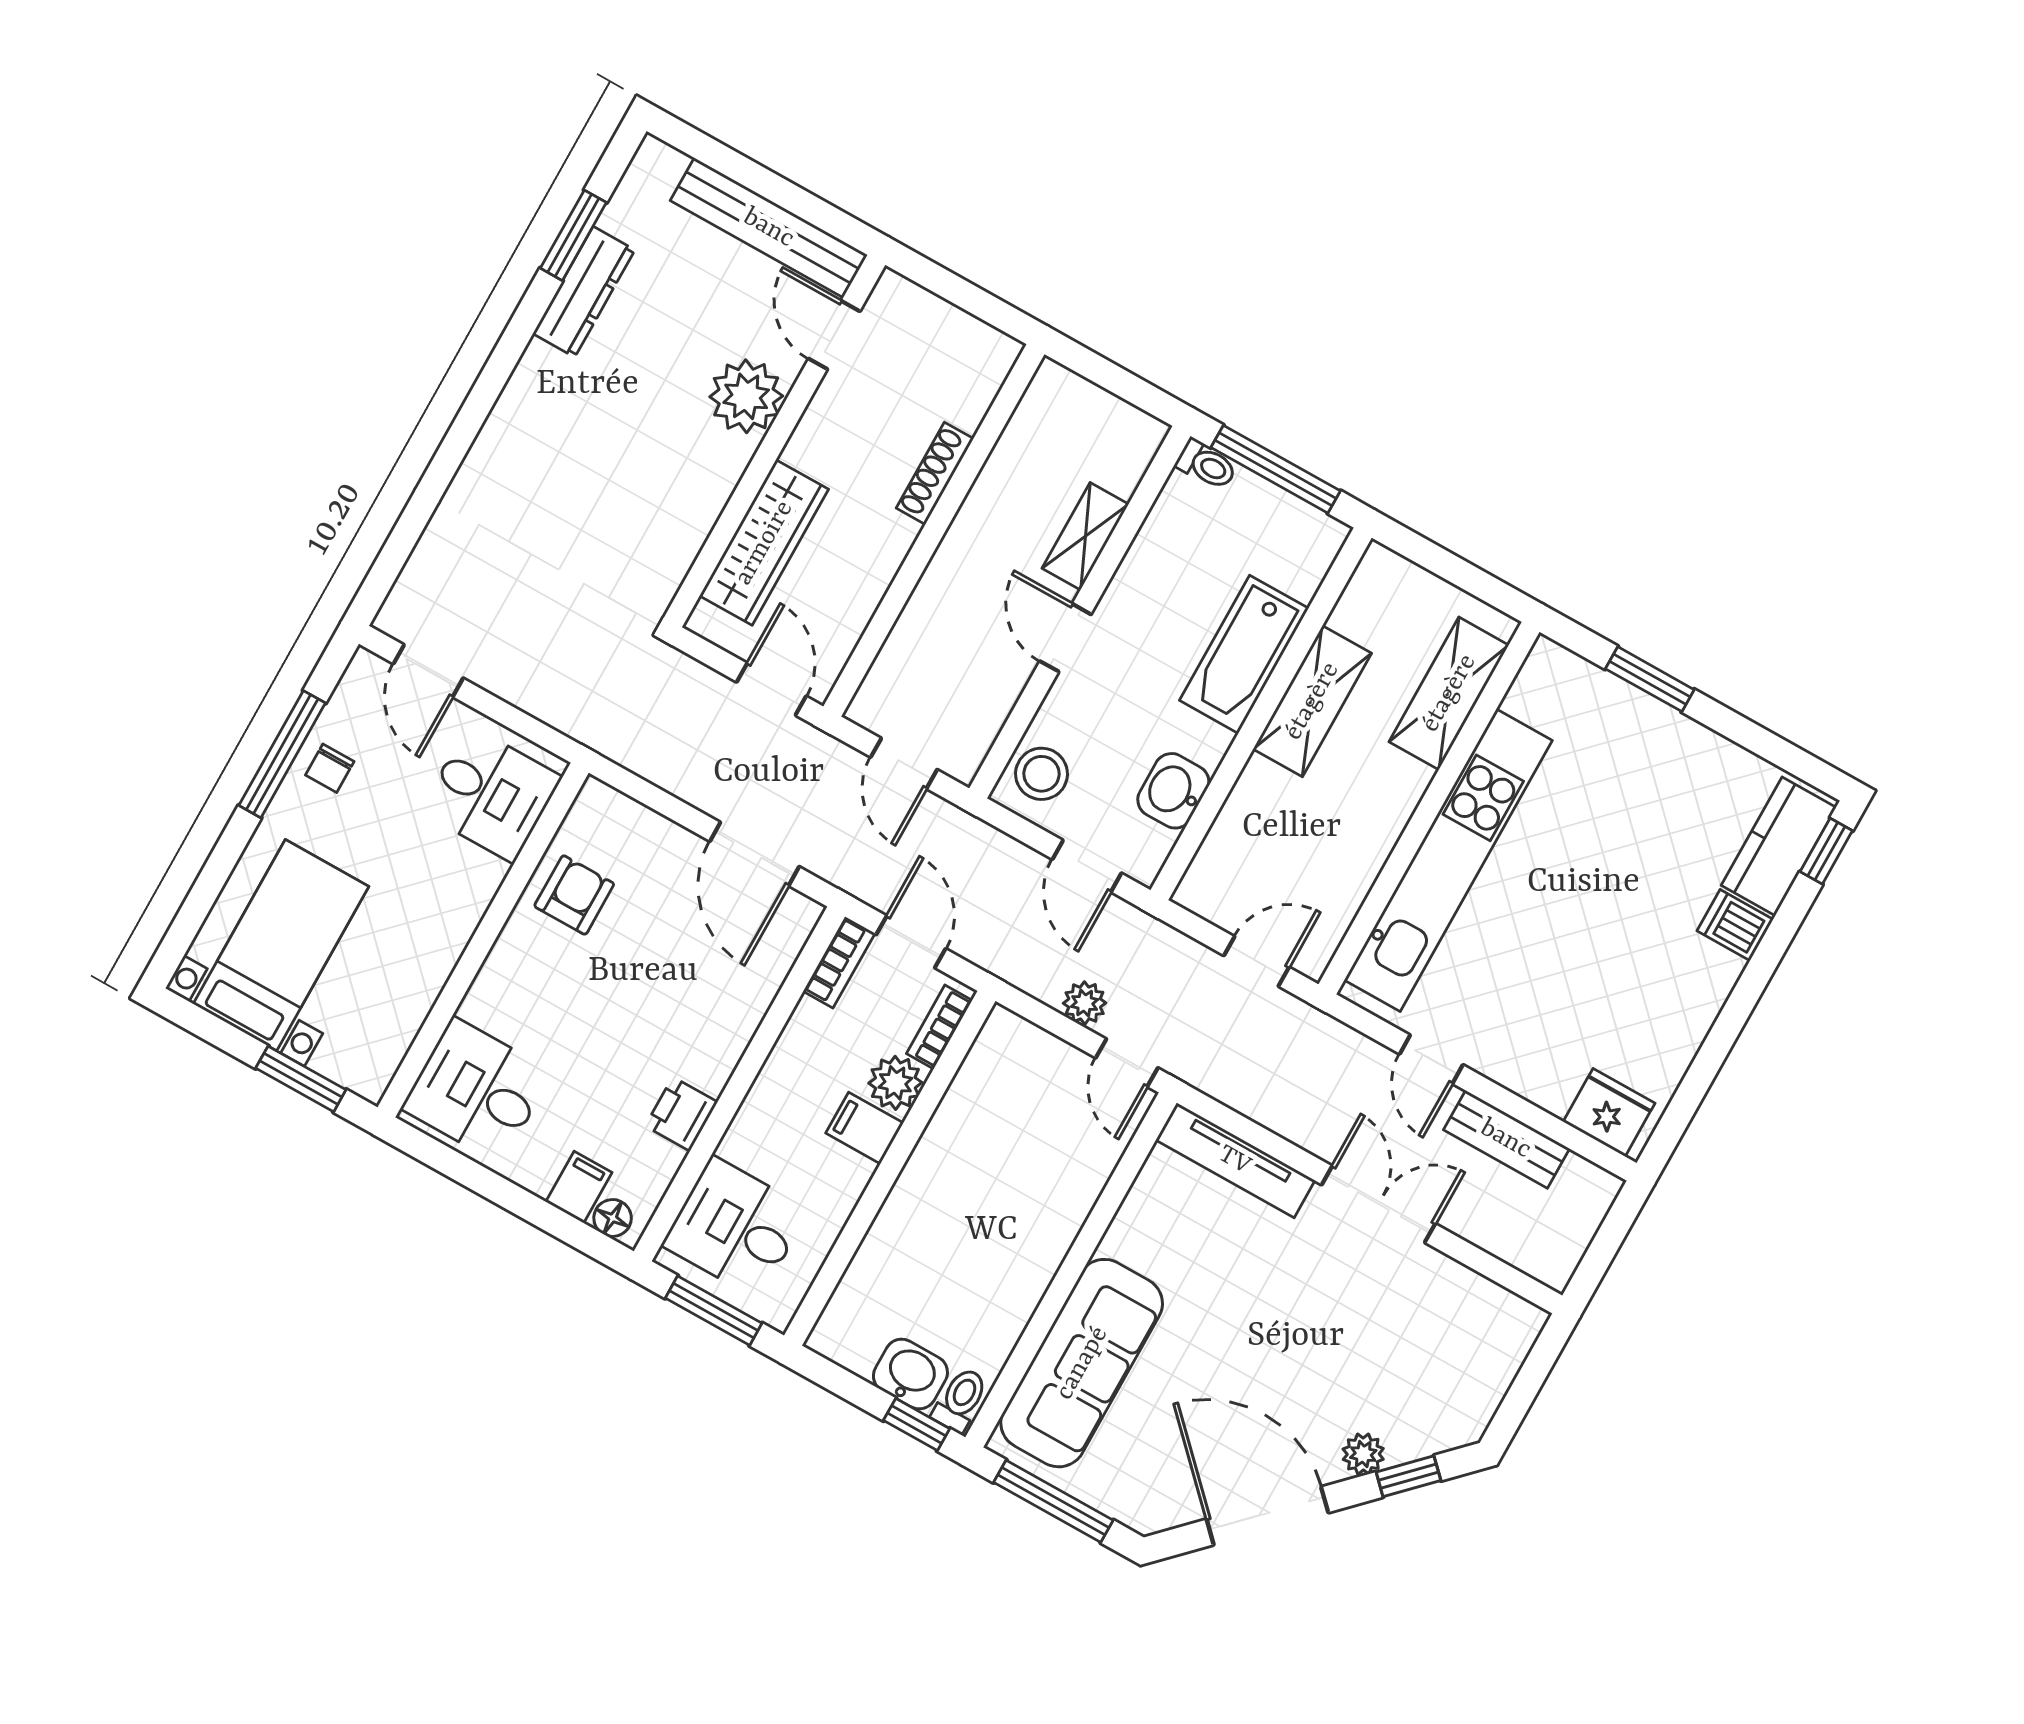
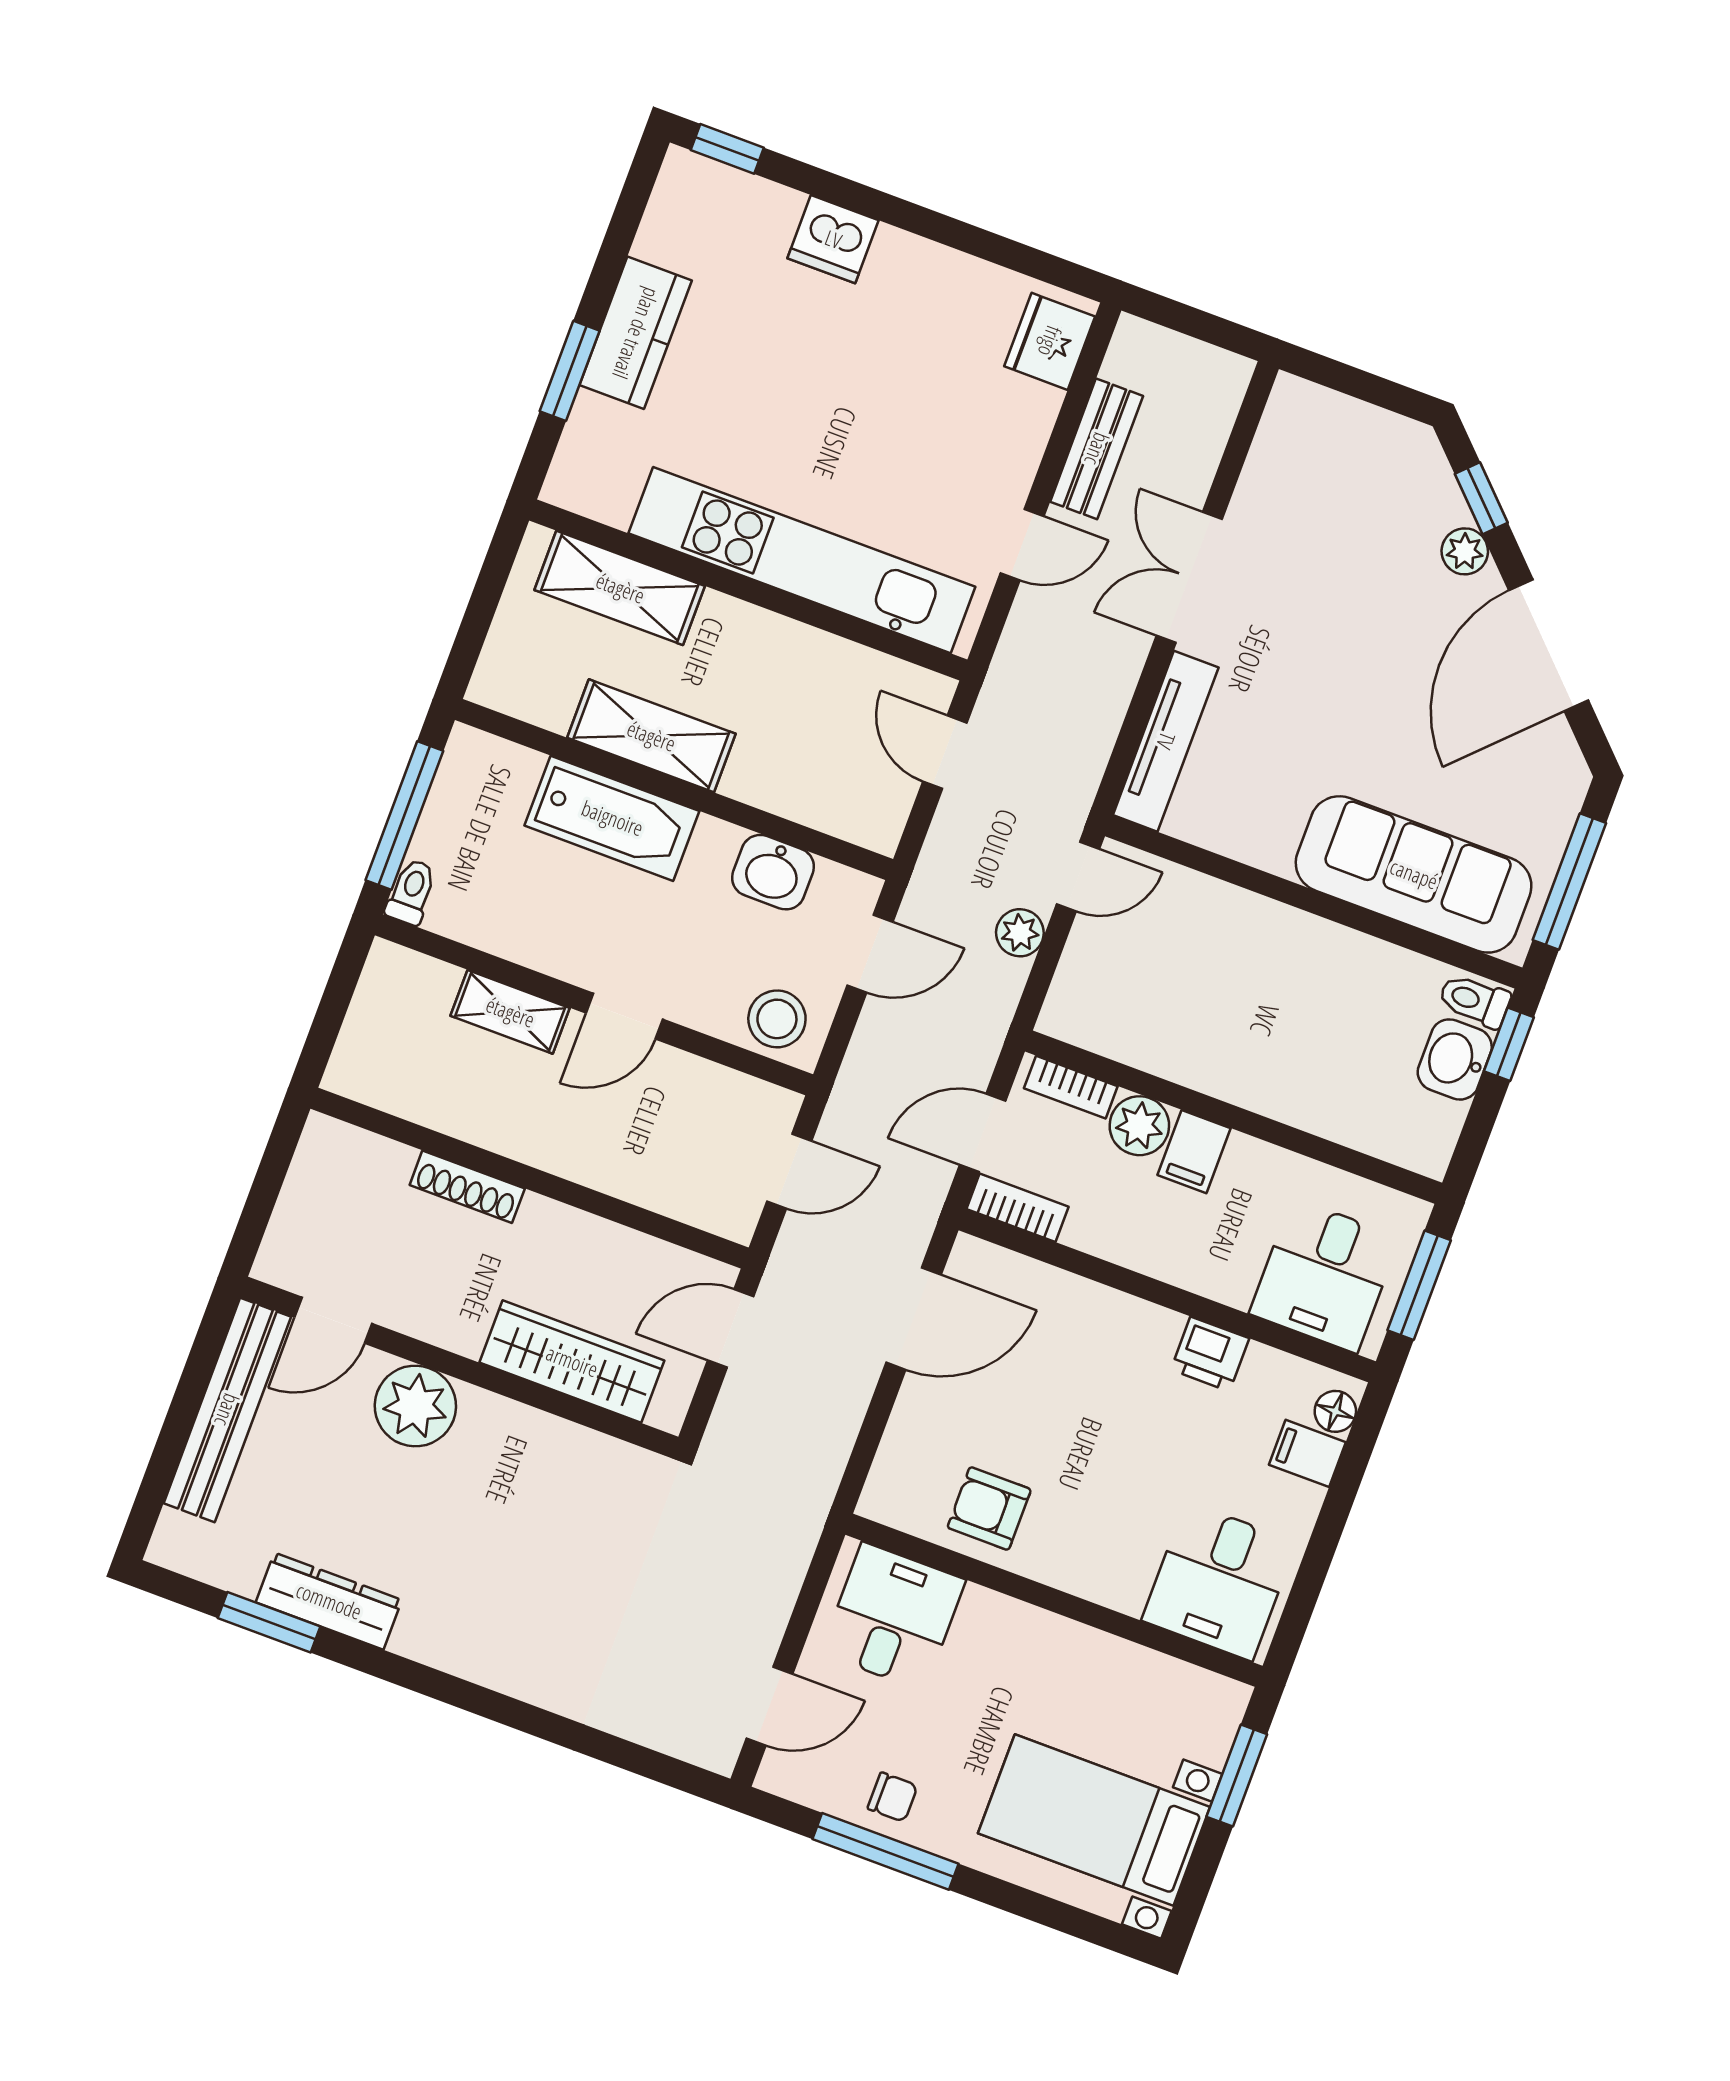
kitchen counter: (1779, 846) -> (636, 333), moved, turned -90
dishwasher: (1735, 925) -> (833, 239), width x1.38

